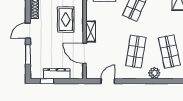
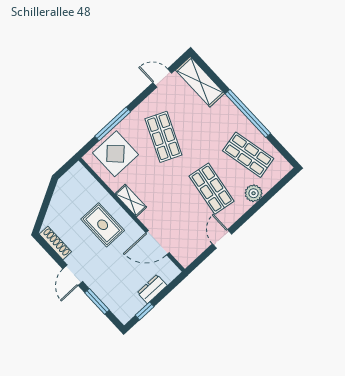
shelving: (91, 32) -> (131, 200), moved
dresser: (57, 74) -> (152, 289), width x0.70
door: (108, 81) -> (222, 239), moved

